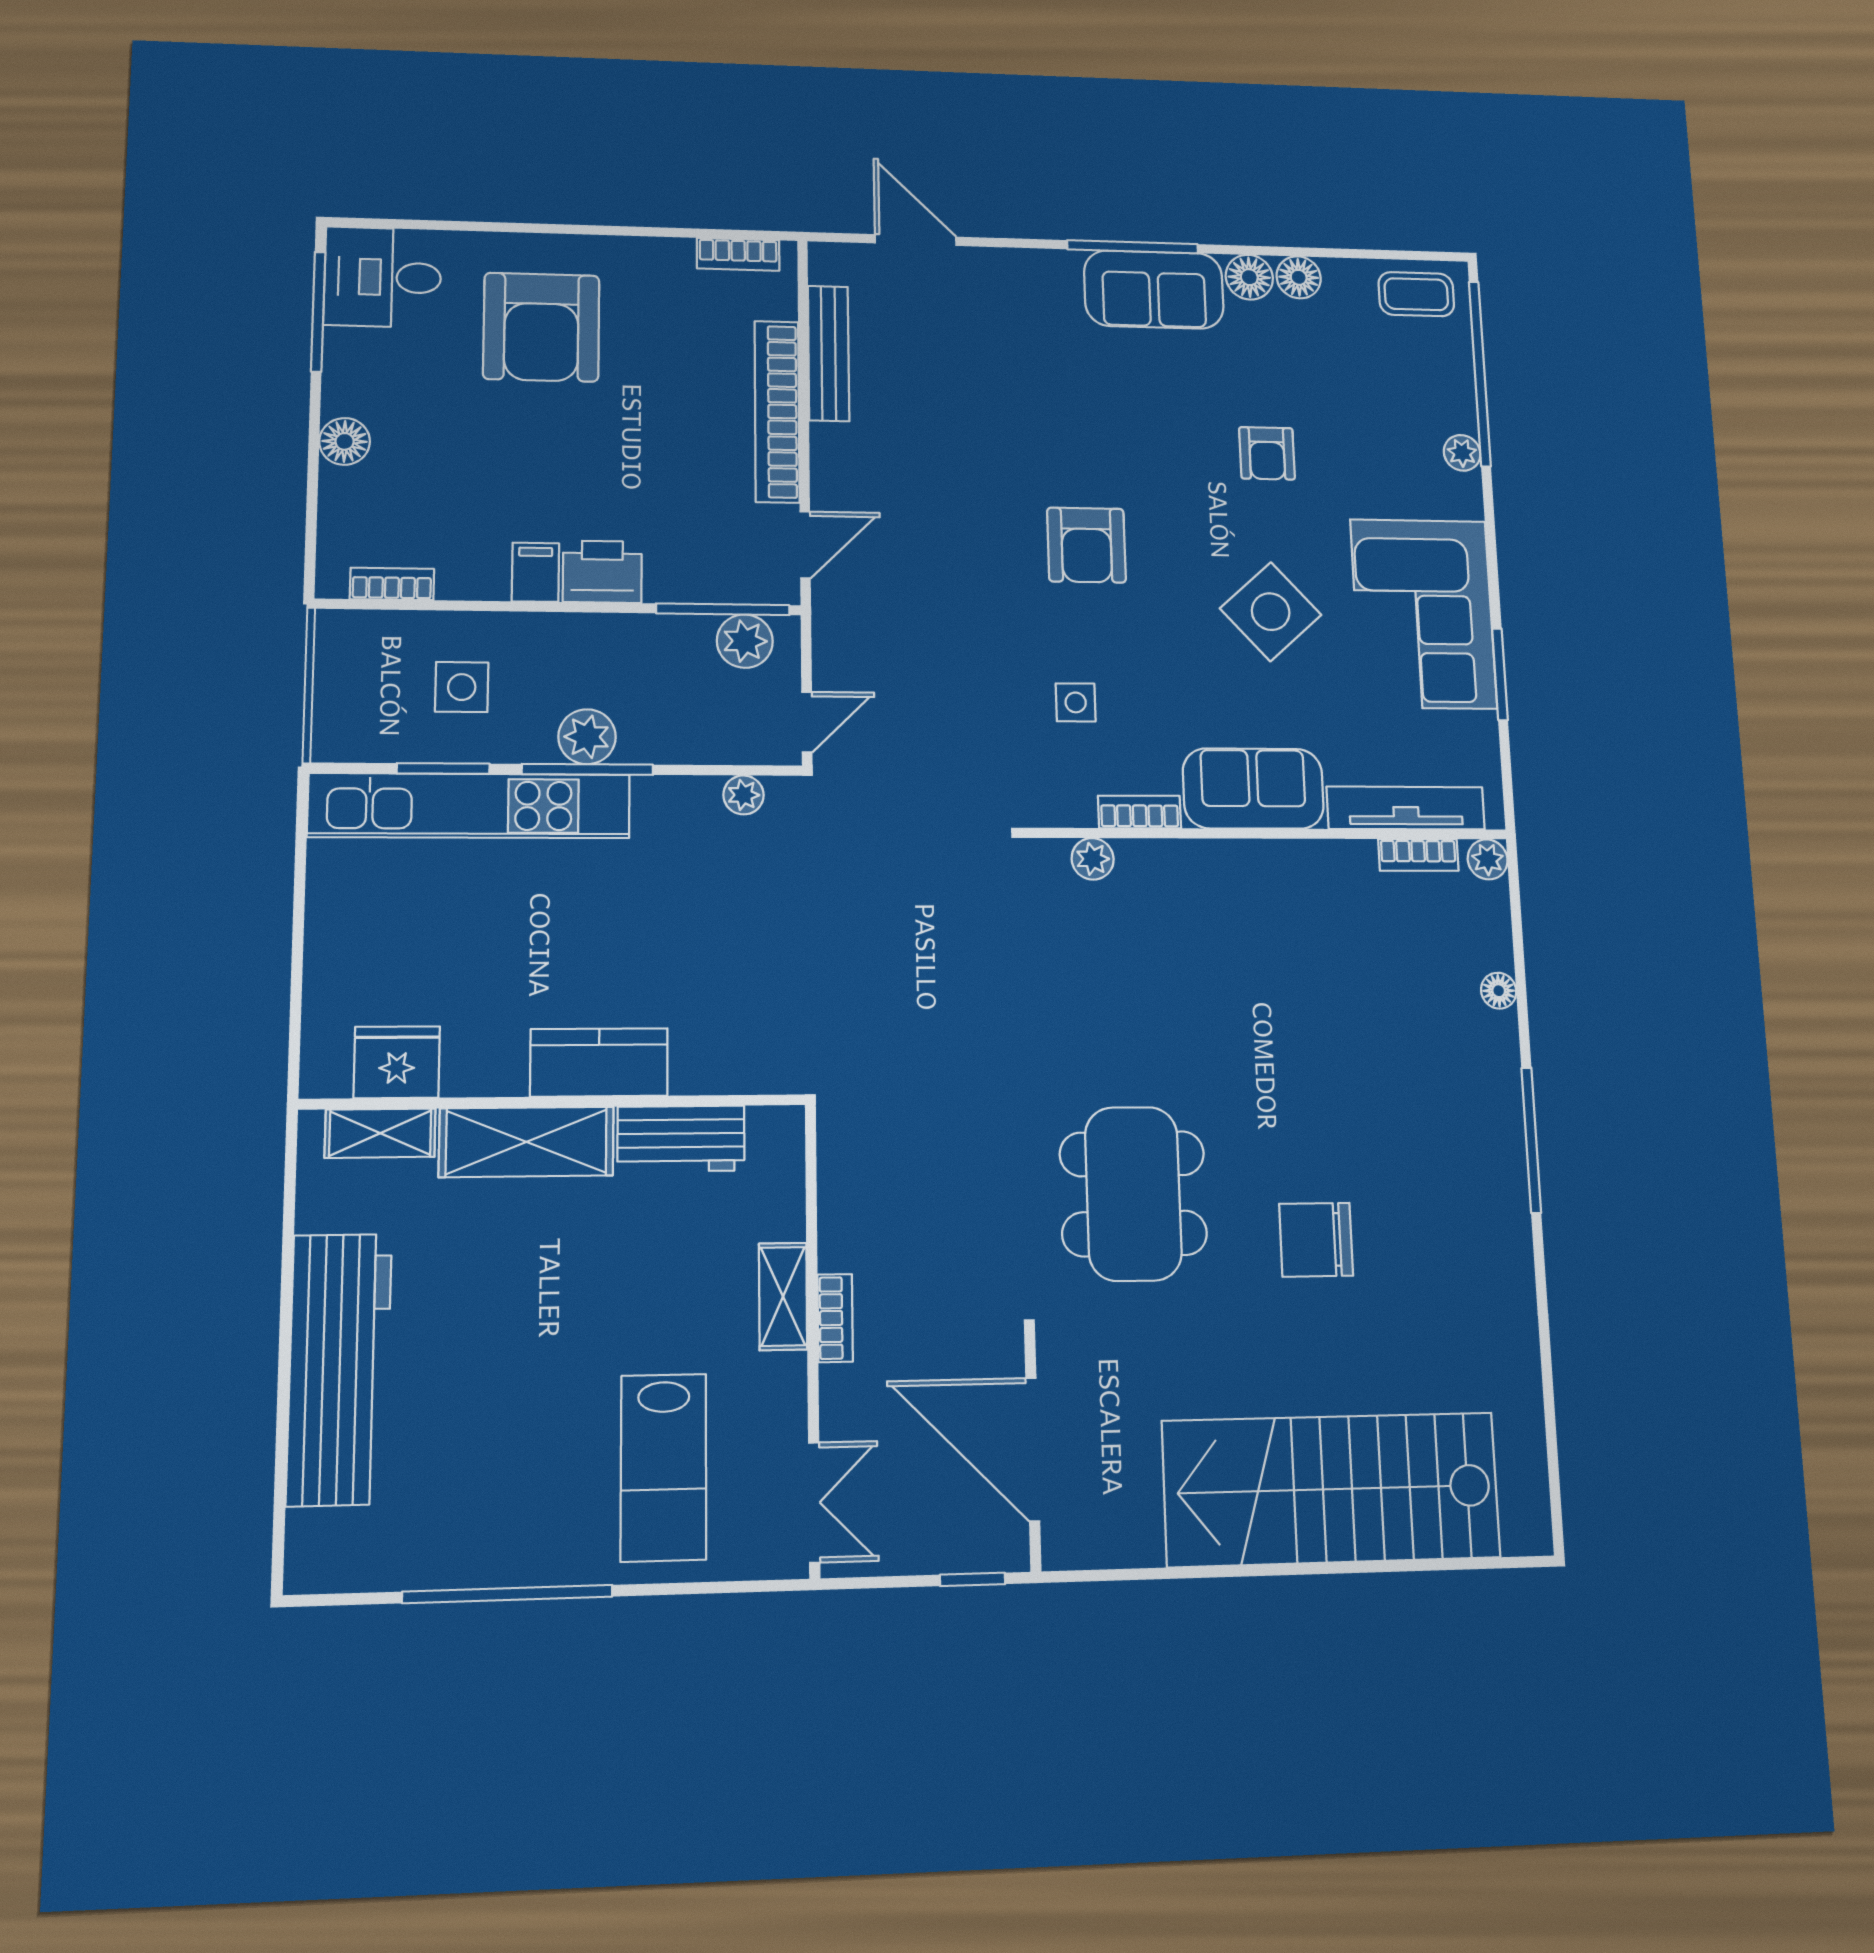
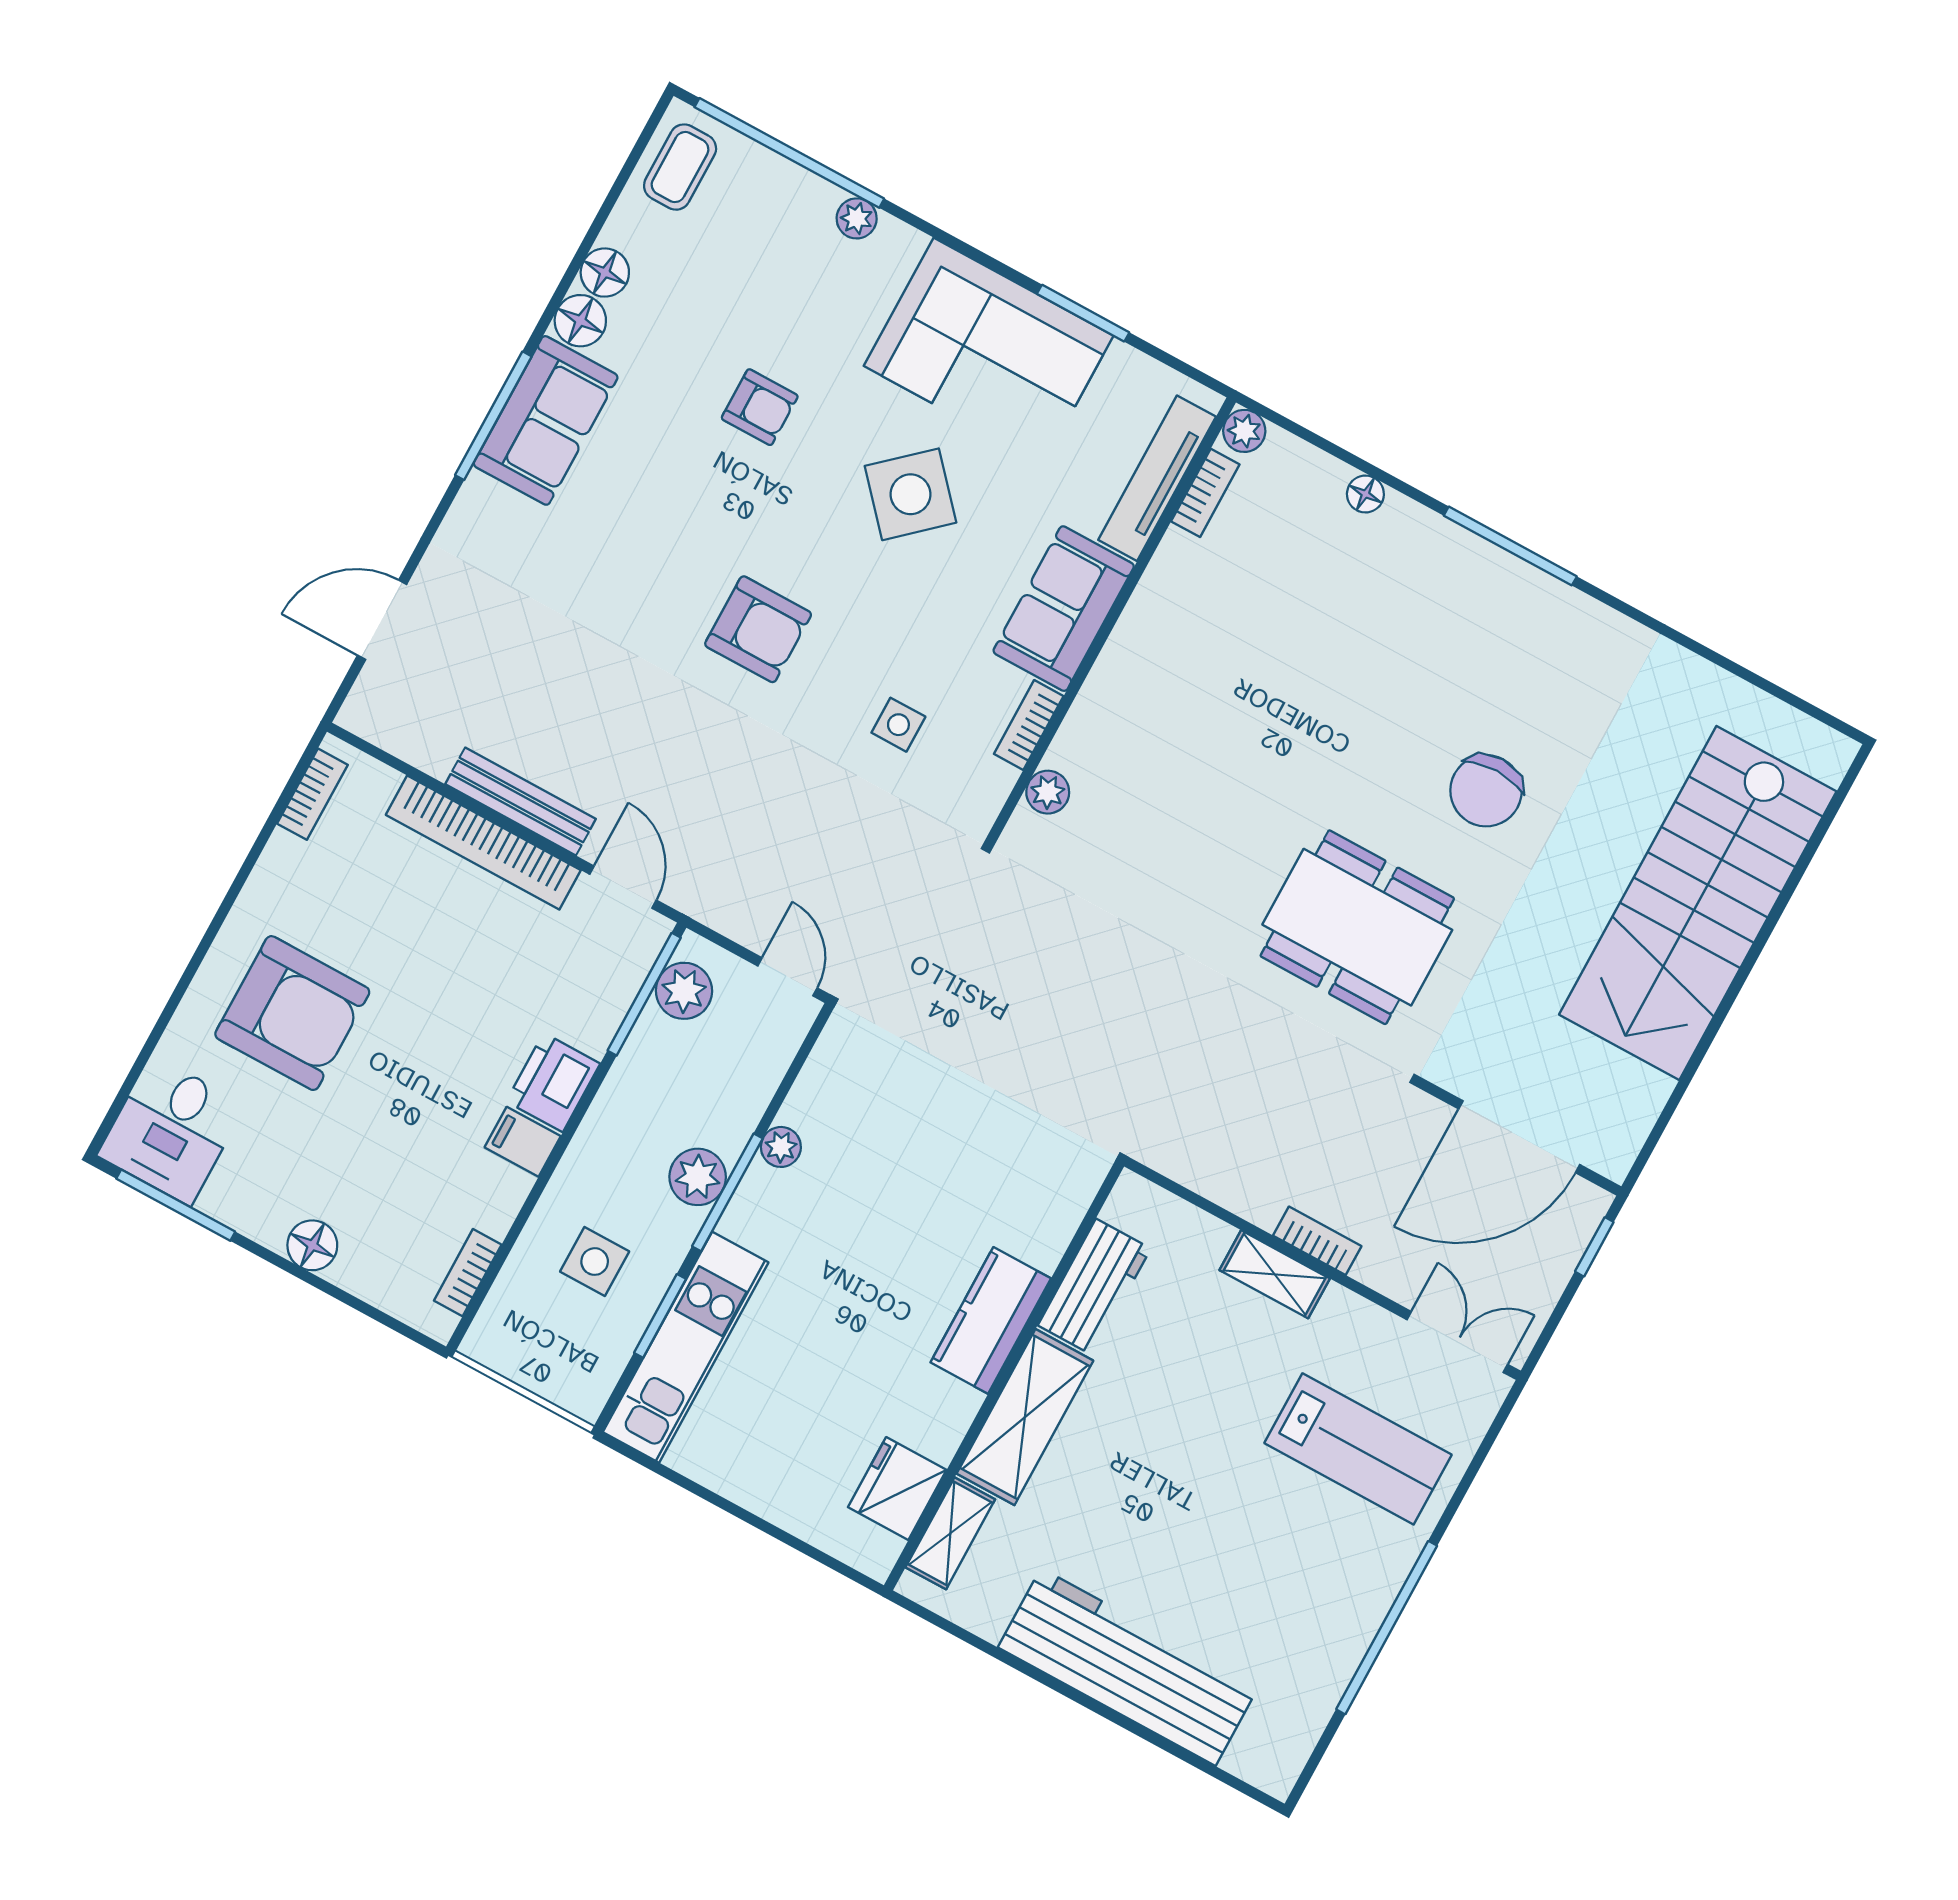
bench: (829, 353) -> (520, 802), moved
plant: (743, 795) -> (781, 1147), moved
kitchen unit: (470, 806) -> (686, 1347), width x0.73

